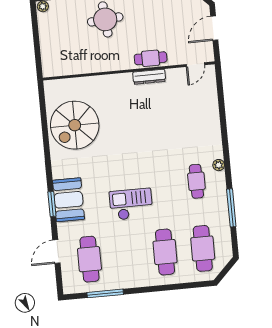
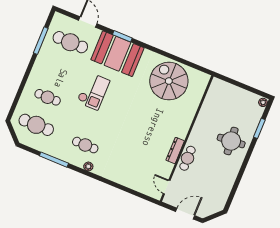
door: (214, 28) -> (185, 214), hinge flipped
booth: (68, 200) -> (117, 54), width x1.36, depth x1.42
cafe table: (165, 252) -> (48, 97), width x0.73, depth x0.74

